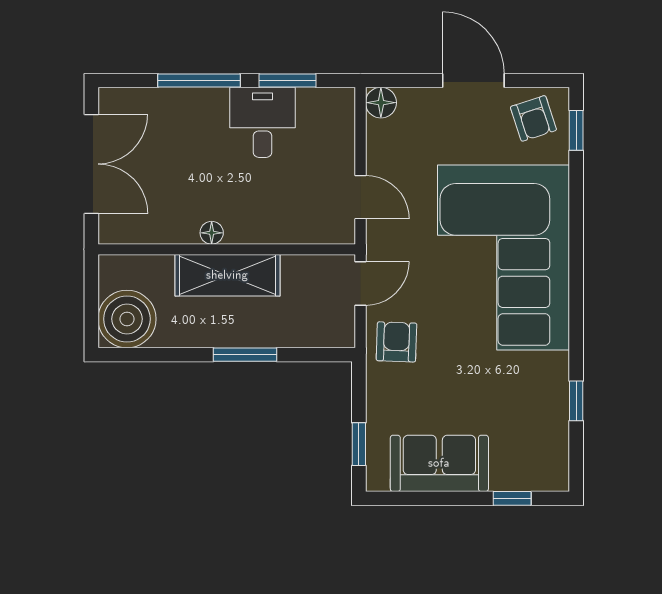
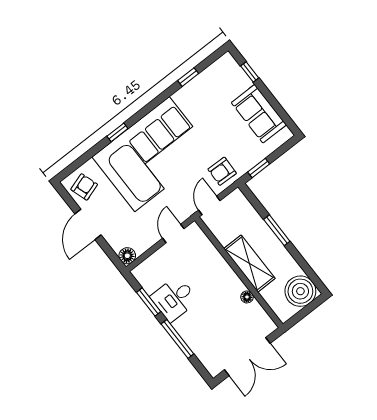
window: (576, 130) -> (117, 132), moved
double door: (91, 164) -> (247, 357), swing flipped
floor lamp: (212, 233) -> (247, 297), moved
door: (361, 283) -> (209, 205), hinge flipped
window: (359, 444) -> (259, 168), moved

